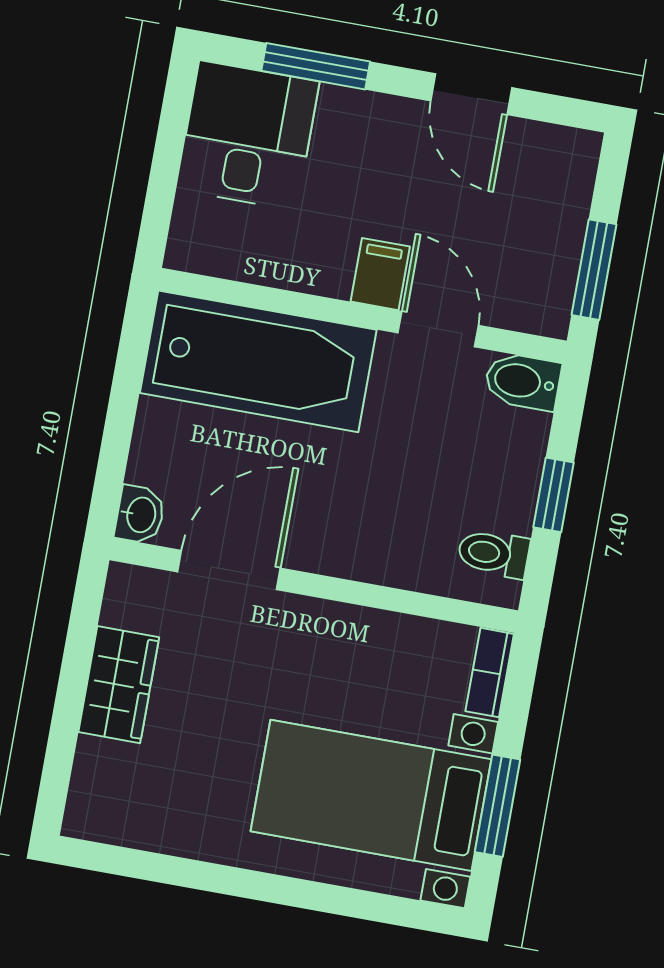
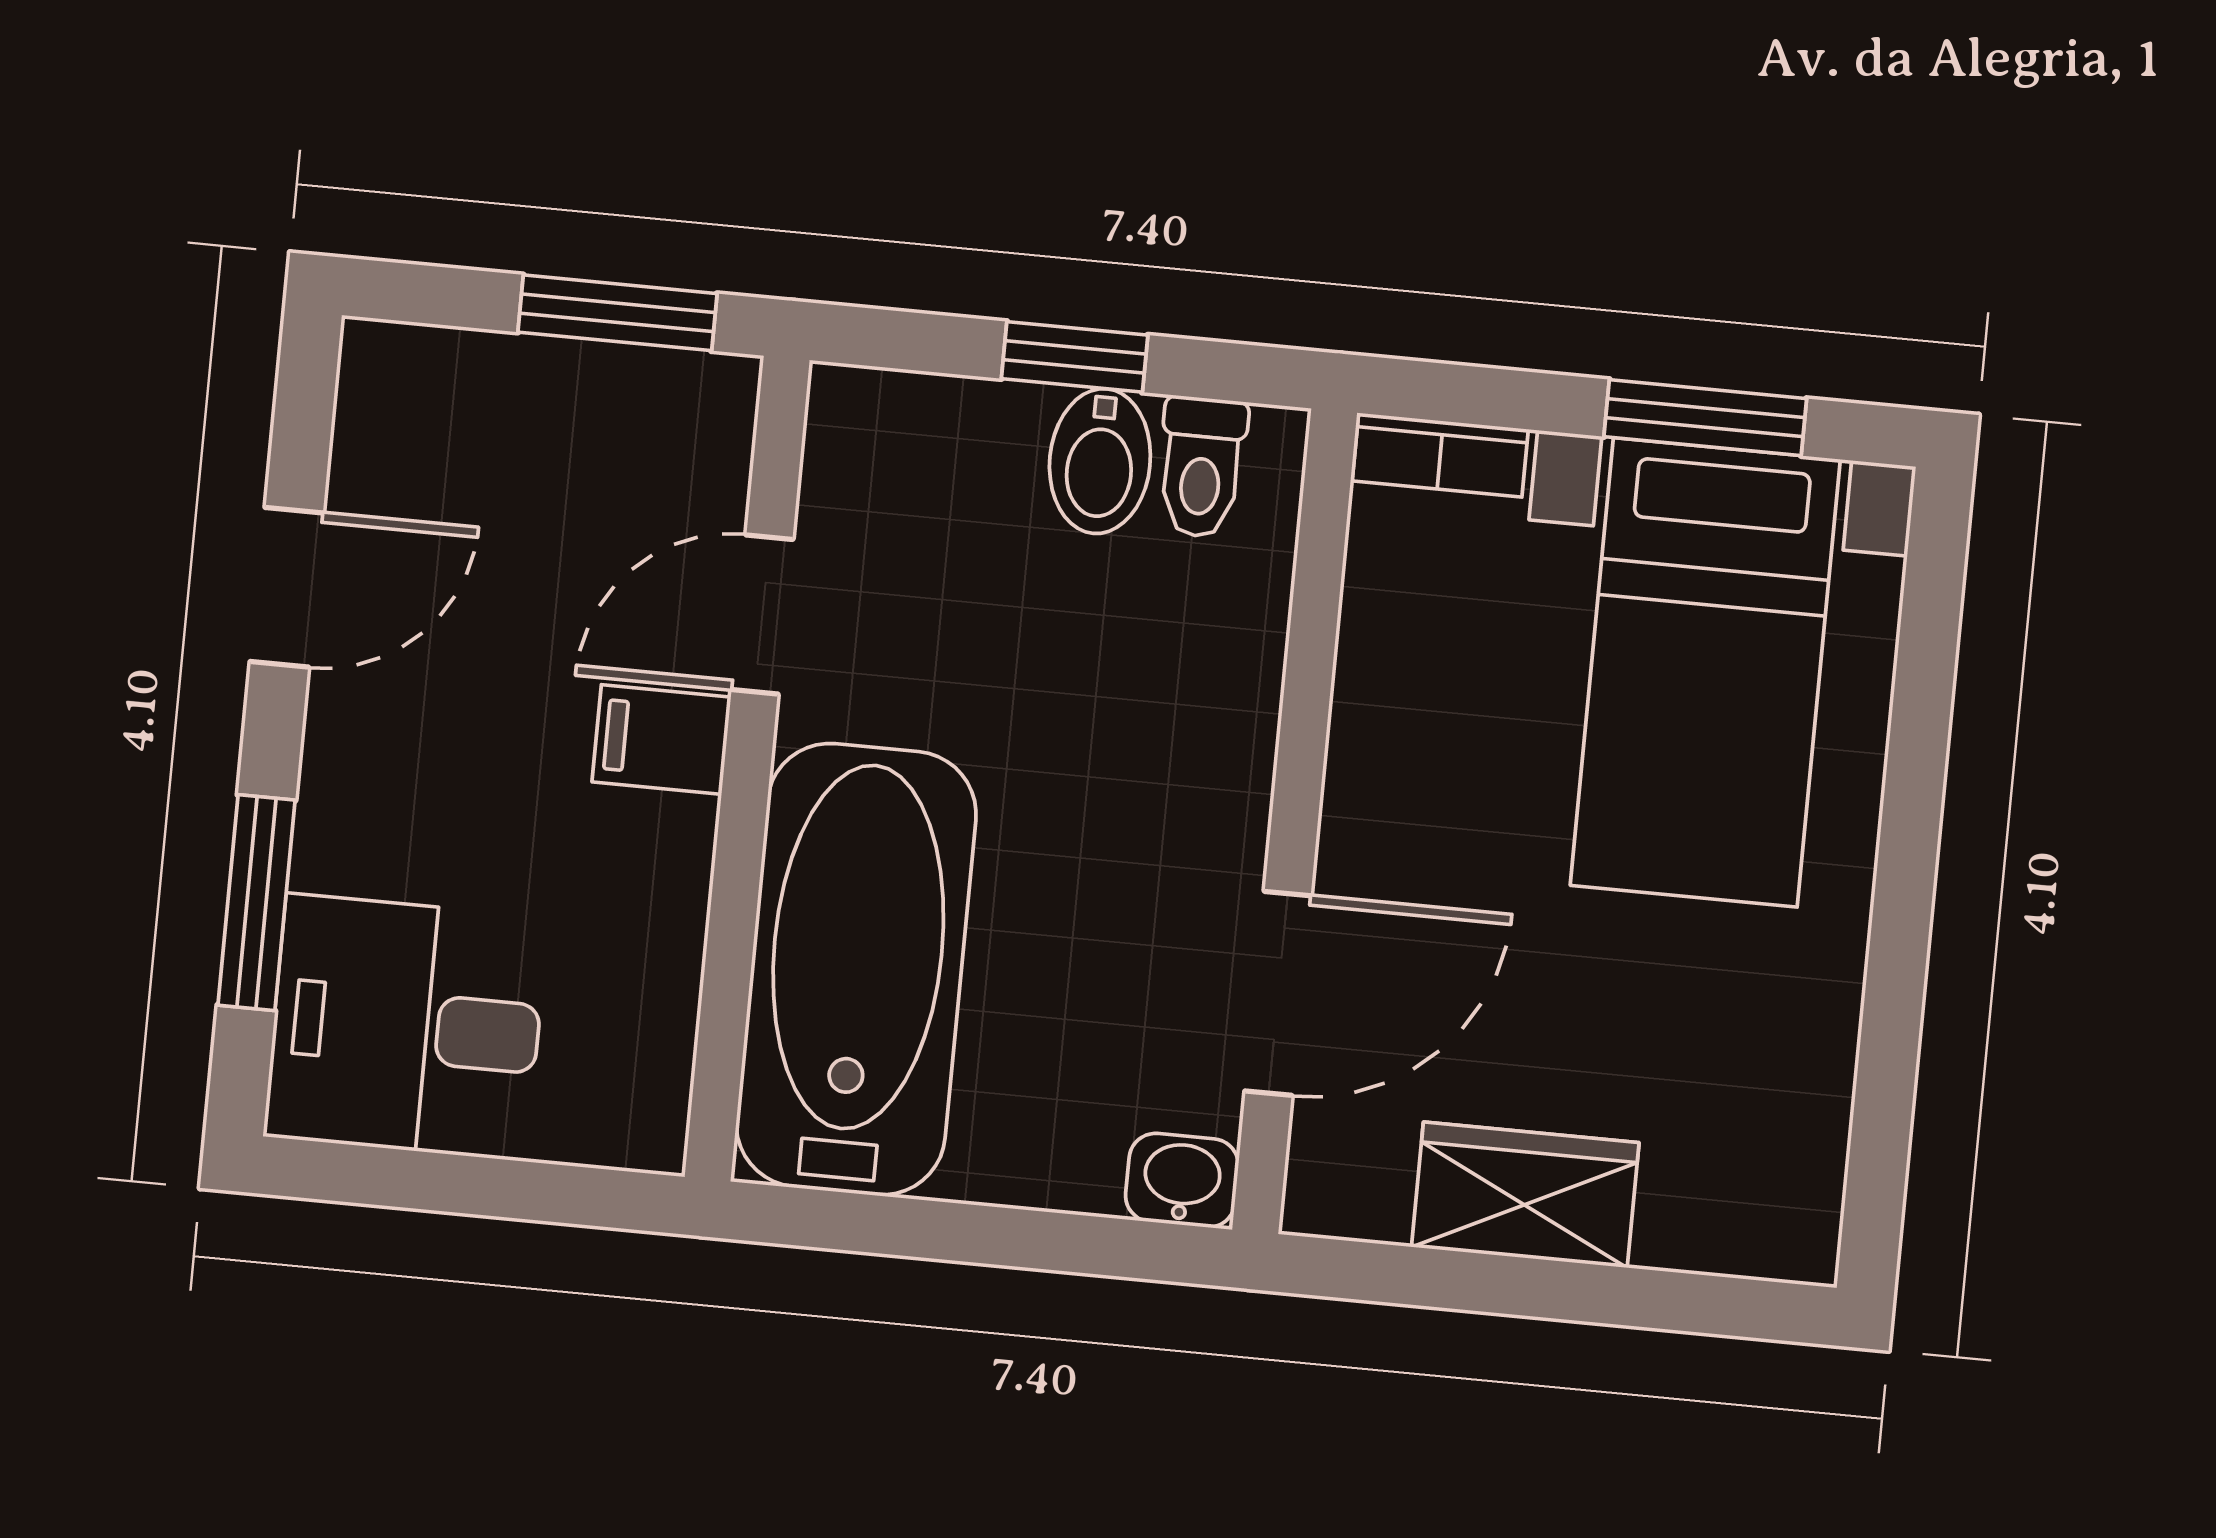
bidet: (523, 381) -> (1100, 461), moved
door: (229, 570) -> (1278, 993), swing flipped

